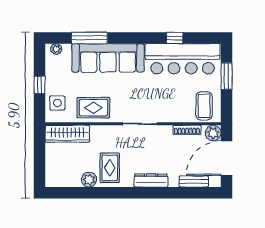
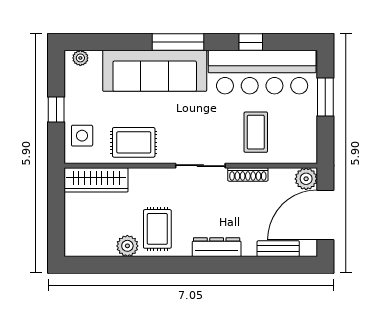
window: (89, 38) -> (178, 42), moved
coffee table: (204, 106) -> (256, 132), moved
shoe rack: (187, 130) -> (248, 174), moved

